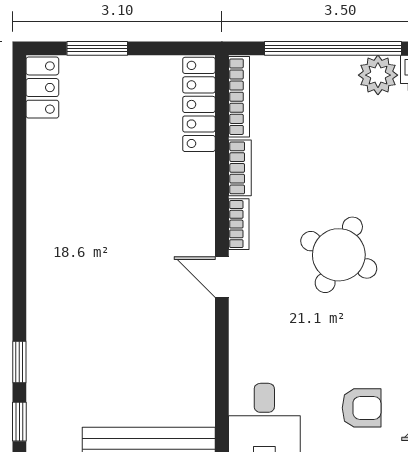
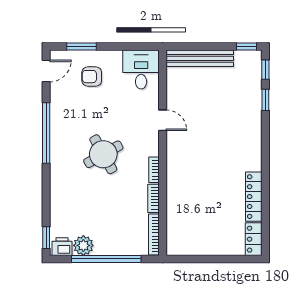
window: (97, 48) -> (226, 259), removed
locker: (199, 104) -> (254, 197), moved, turned 180
round table: (339, 255) -> (103, 154), turned 35
door: (222, 277) -> (163, 120), moved

